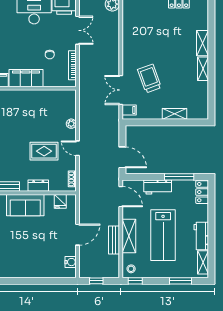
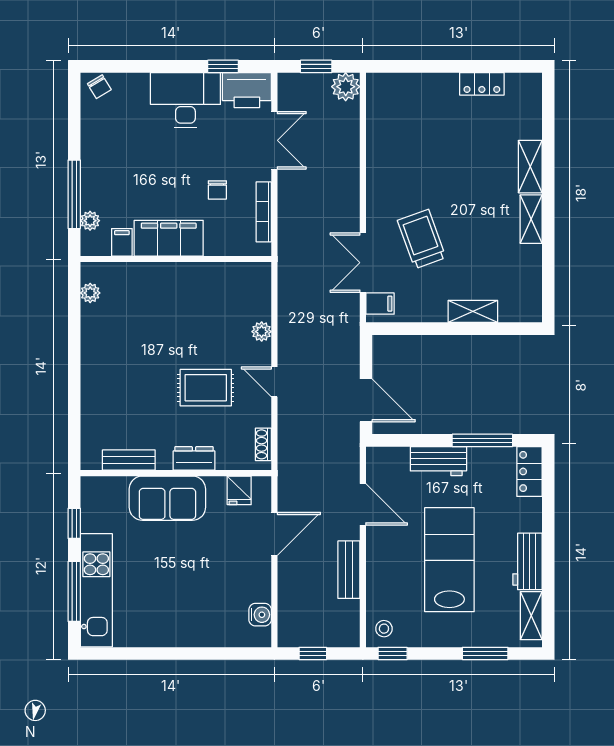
door: (121, 197) -> (363, 504), moved
door: (77, 235) -> (274, 534), moved
lab bench: (163, 235) -> (449, 560), turned 180
shelving: (129, 236) -> (380, 561), removed

